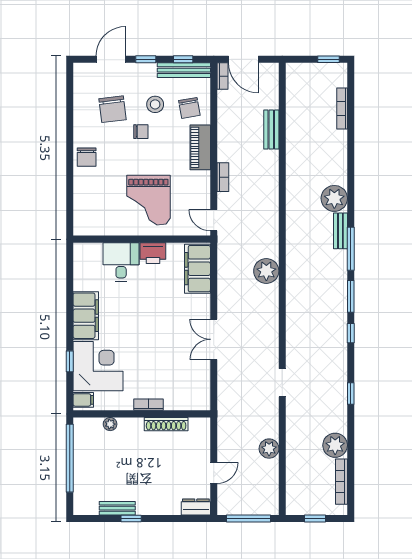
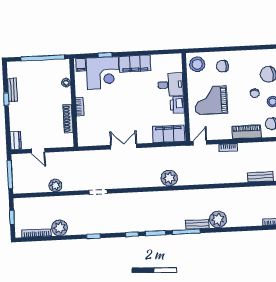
chair: (87, 157) -> (222, 66), moved
stool: (91, 219) -> (197, 64), added

